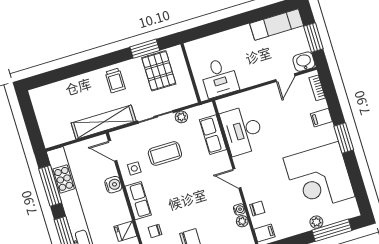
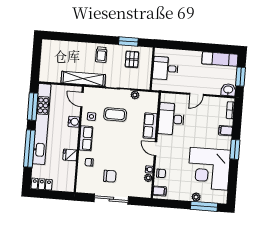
pallet: (159, 71) -> (132, 59), width x0.67, depth x0.71
desk: (219, 78) -> (165, 68), moved, turned 90
door: (285, 78) -> (196, 94), moved
row of seats: (213, 135) -> (150, 126), moved

